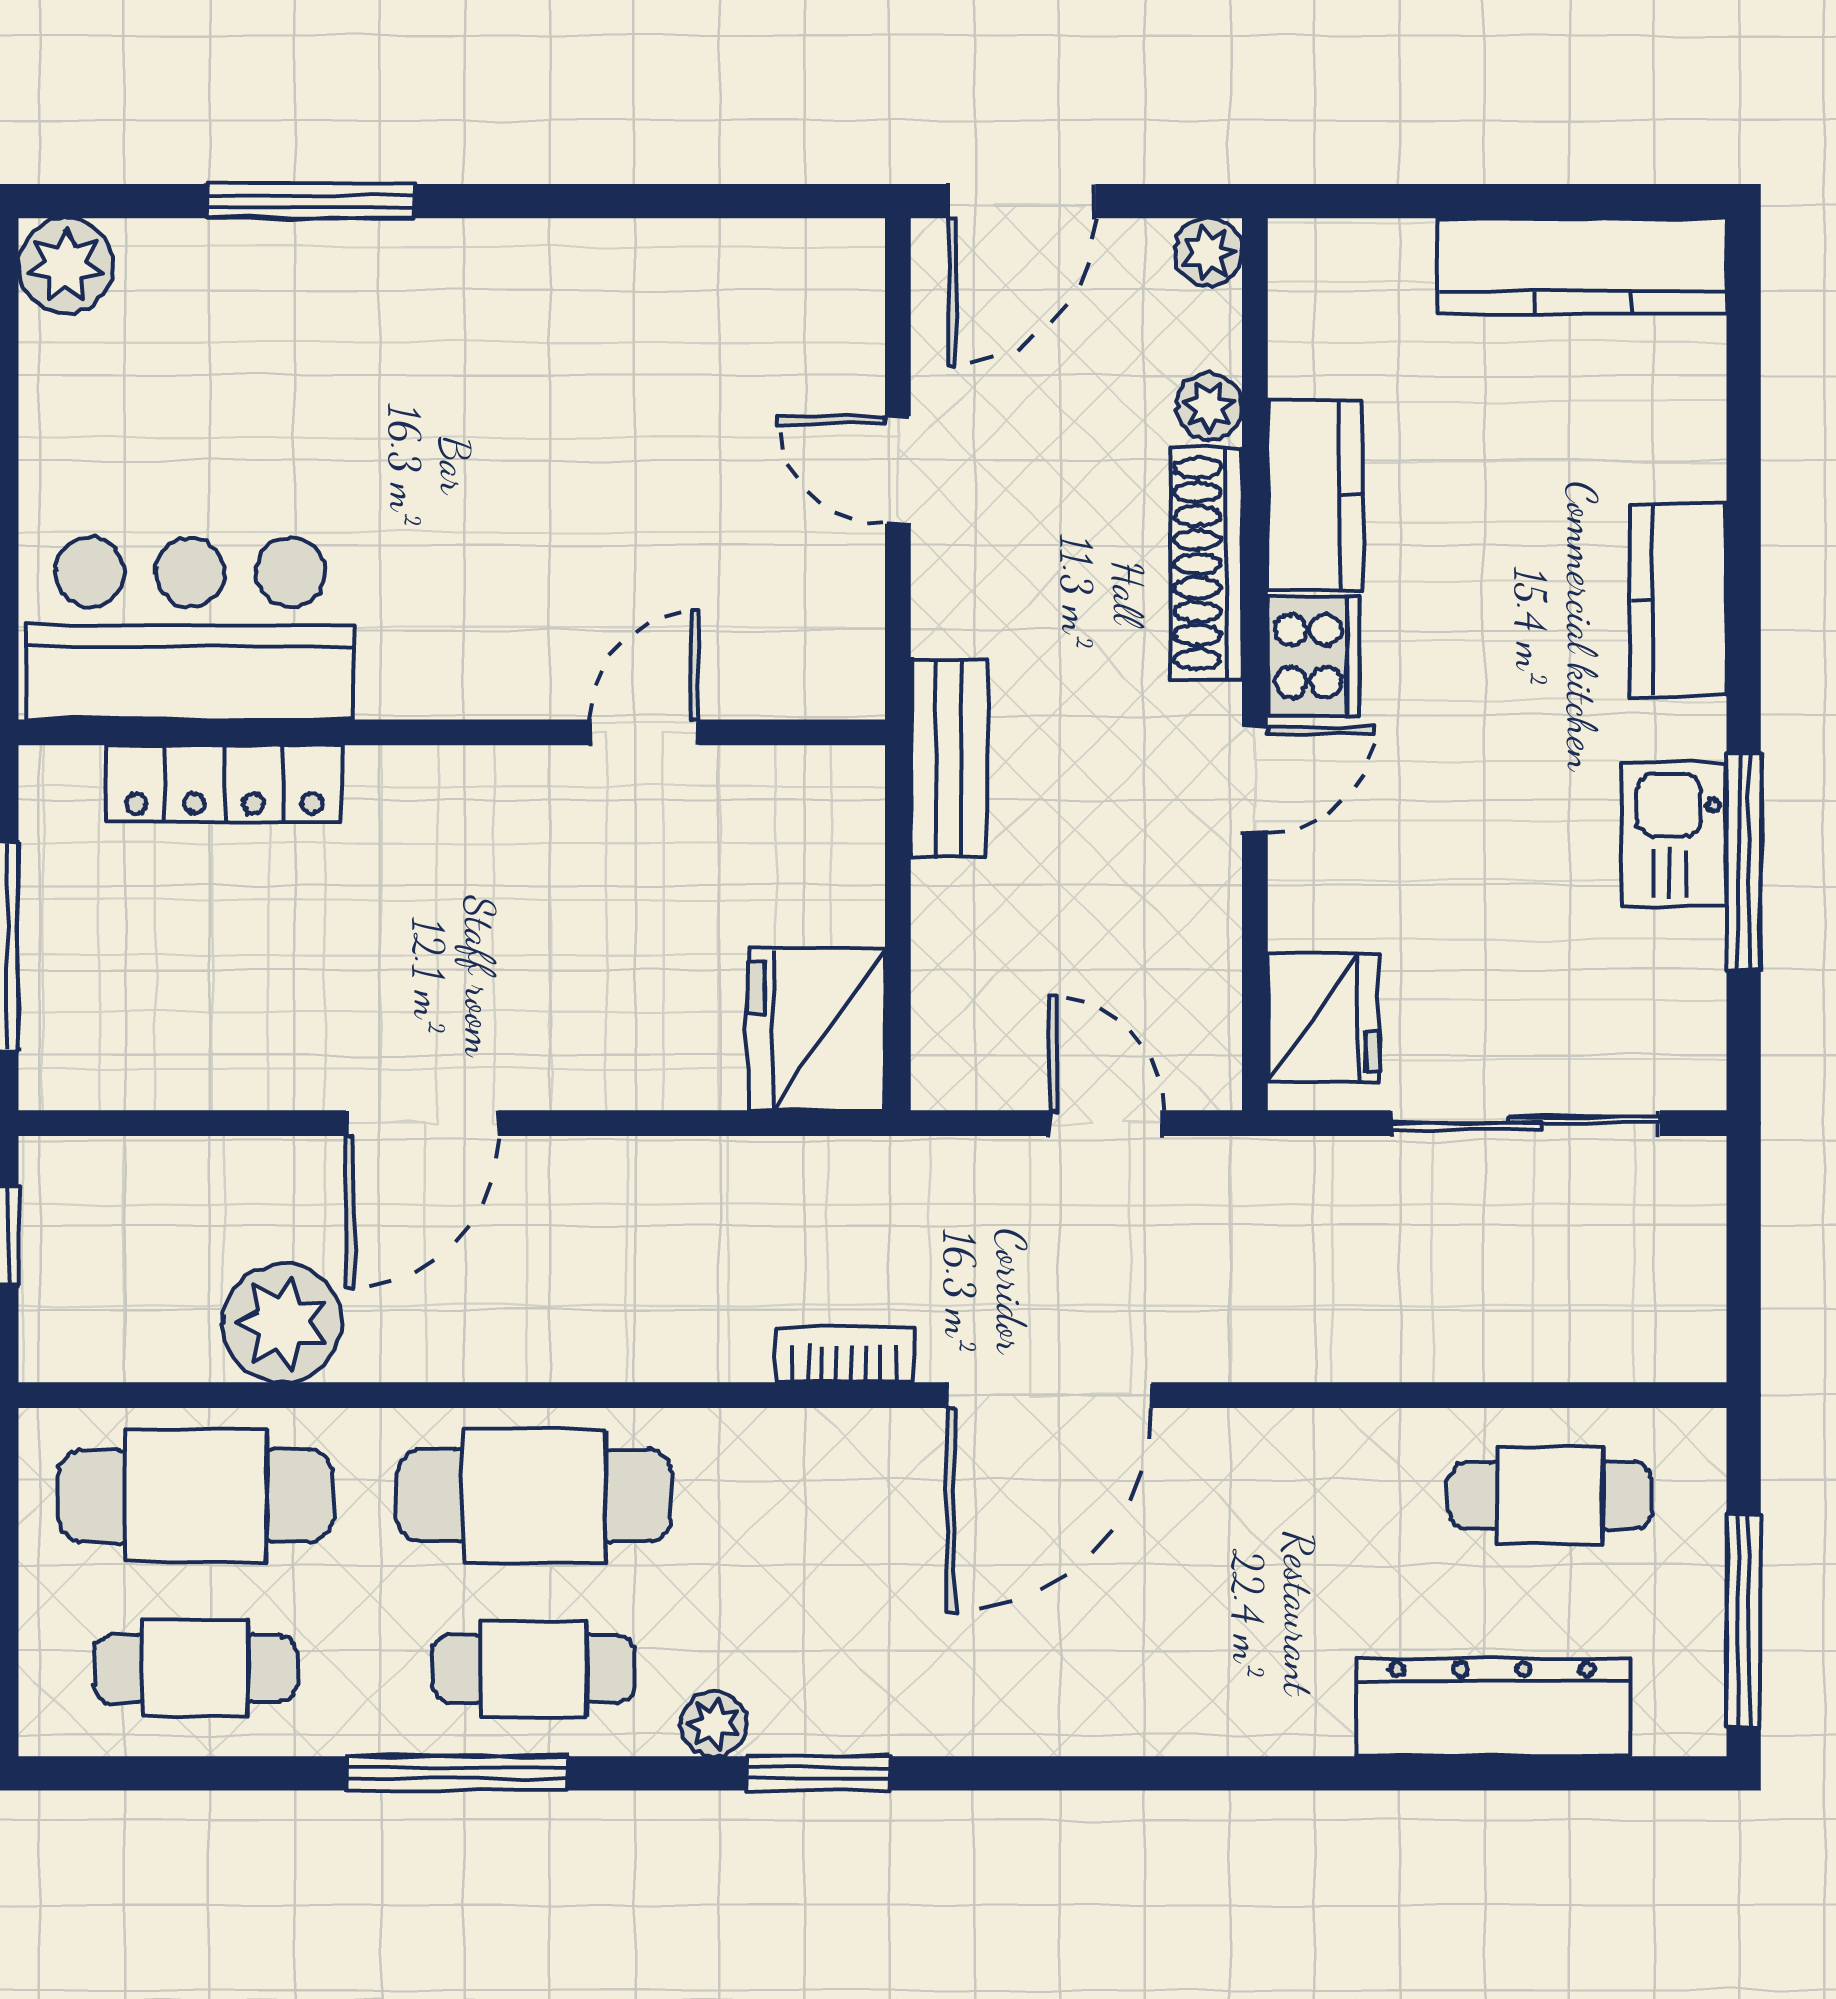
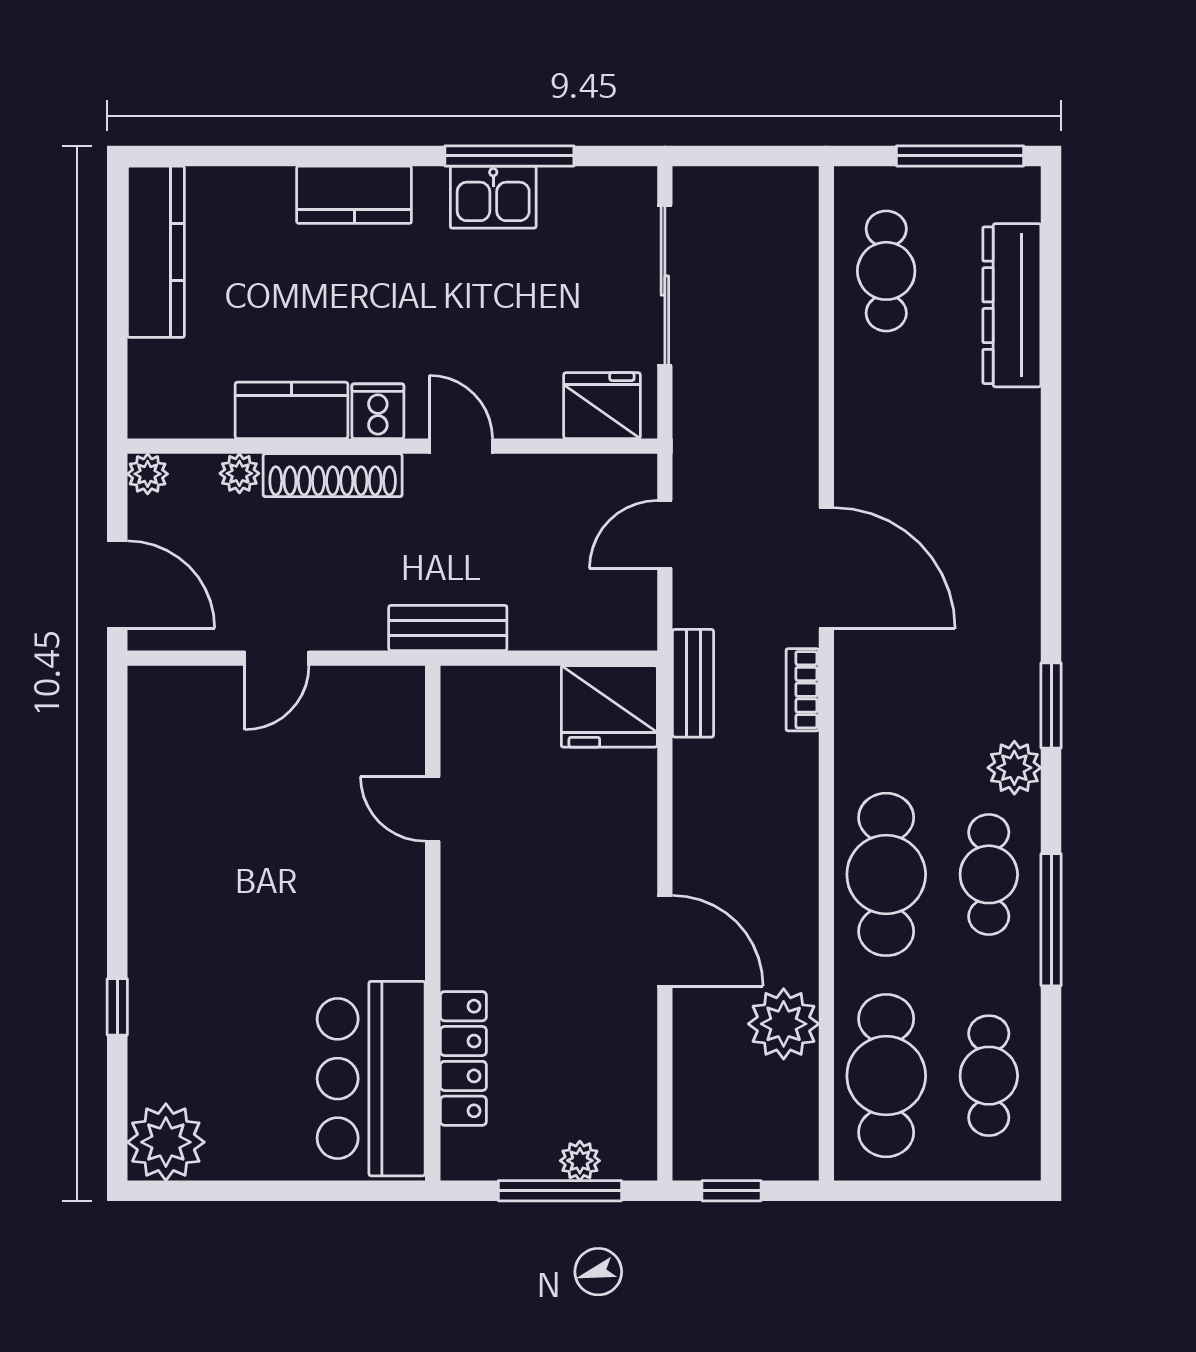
window: (311, 201) -> (117, 1007), width x0.46
plant: (66, 266) -> (166, 1142), width x1.36, depth x1.36
cooker: (1314, 656) -> (378, 411), width x0.73
plant: (52, 980) -> (580, 1161), added
bench: (856, 1171) -> (693, 683), added
plant: (714, 1724) -> (1014, 768), width x1.38, depth x1.38

